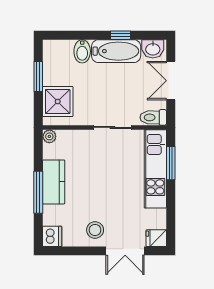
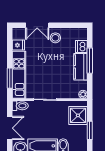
dishwasher: (52, 236) -> (81, 46), moved
fridge: (156, 238) -> (18, 45), moved
double door: (125, 251) -> (37, 25), swing flipped

